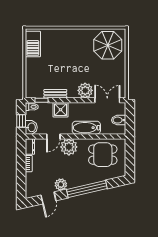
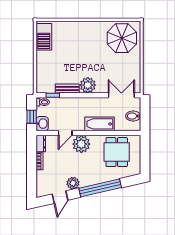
plant: (85, 90) -> (88, 85), moved
shower: (61, 110) -> (73, 105), removed
dining table: (103, 155) -> (117, 152), turned 90

